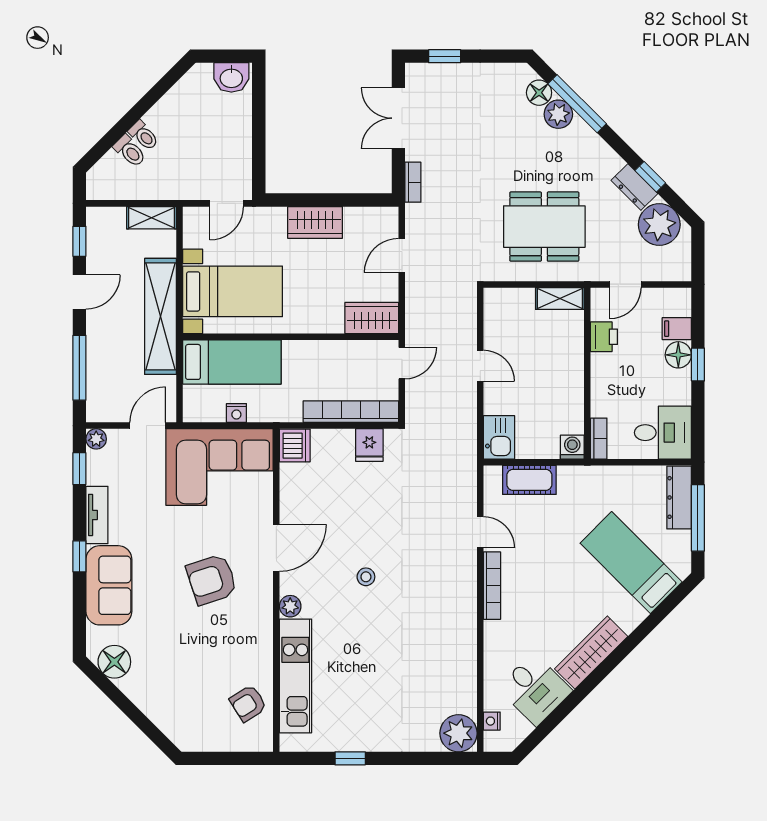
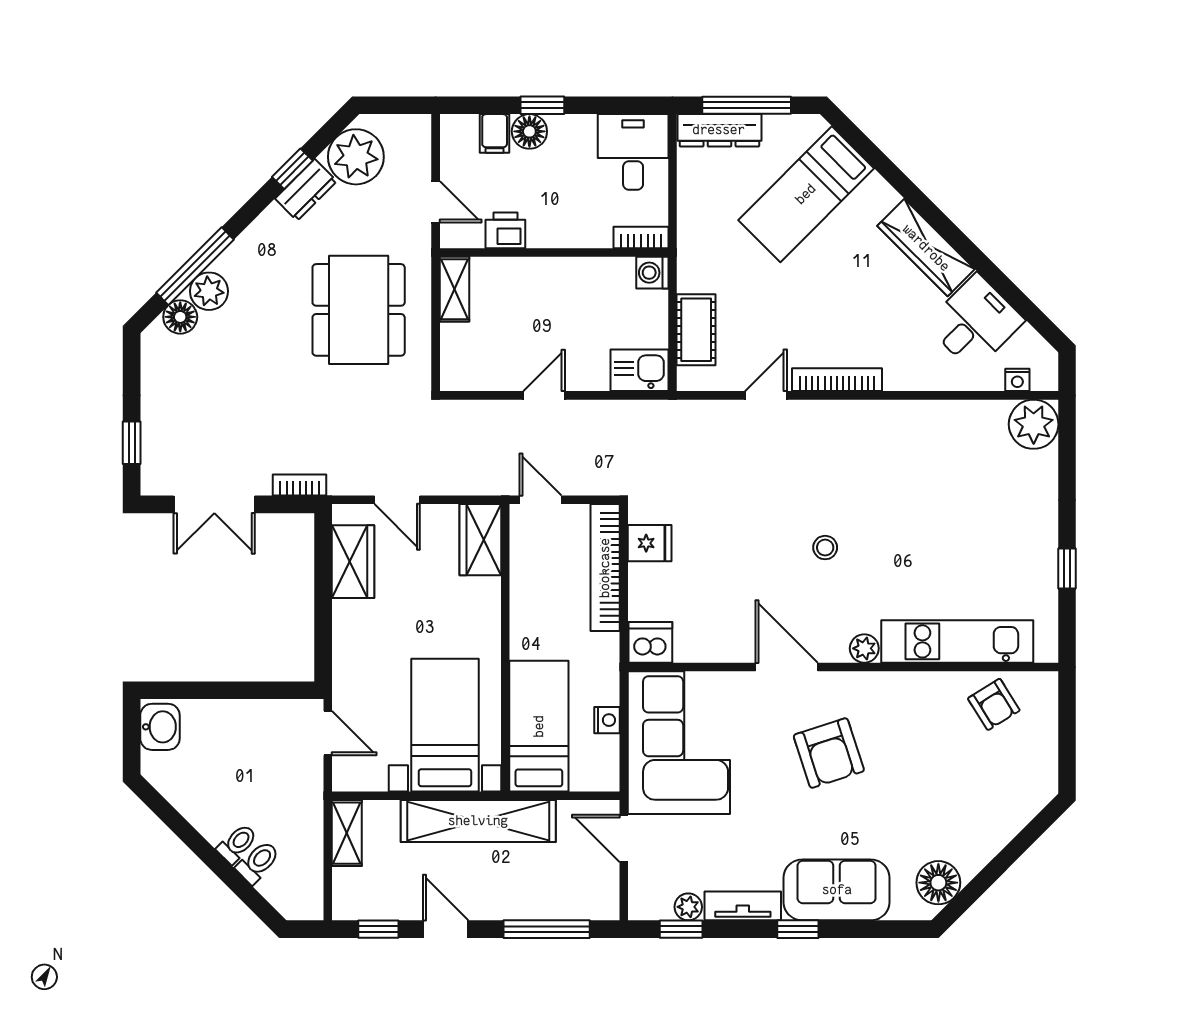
wardrobe: (315, 222) -> (353, 562), moved
plant: (96, 439) -> (688, 907), moved

